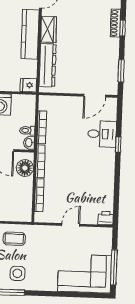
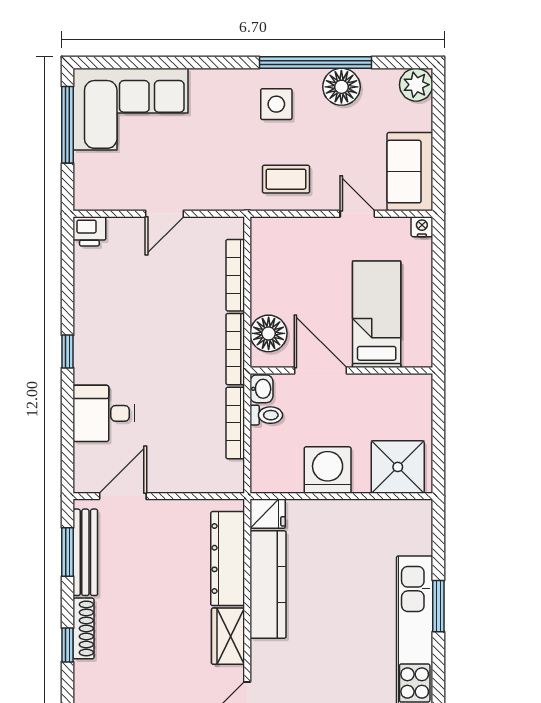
shoe rack: (115, 23) -> (84, 628), moved
kitchen counter: (30, 34) -> (268, 585), moved
bench: (113, 70) -> (85, 552), added
window: (118, 144) -> (68, 351), moved

